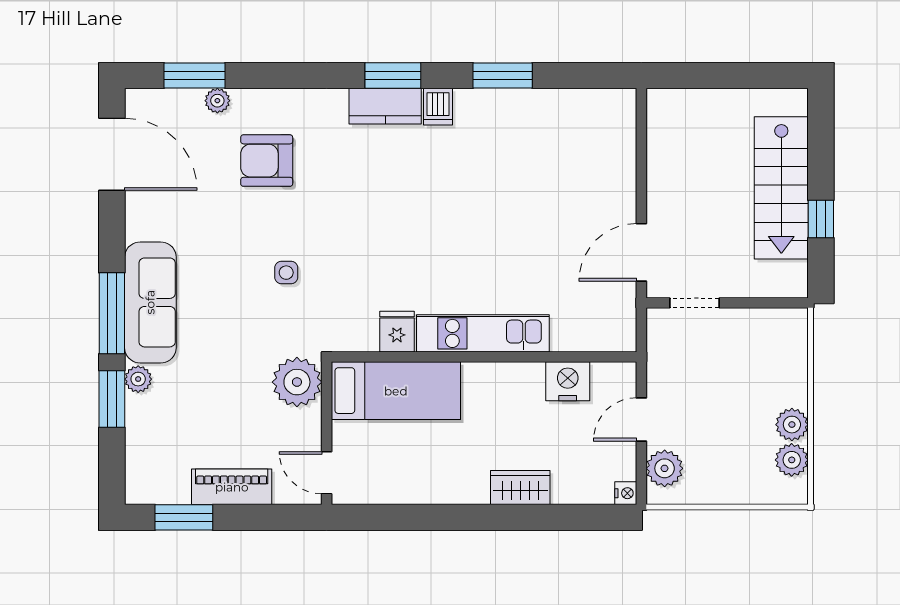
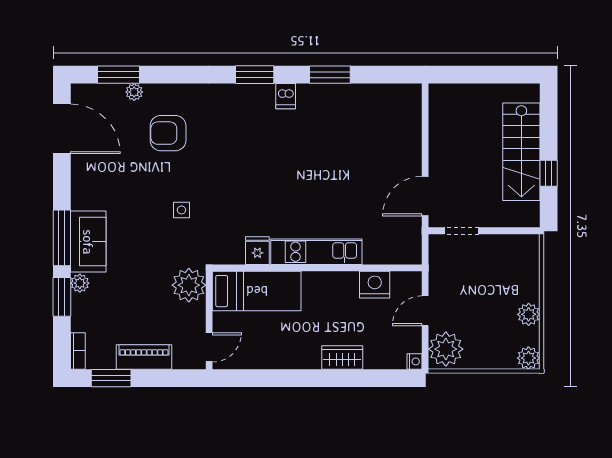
kitchen counter: (385, 106) -> (249, 96), removed
sofa: (150, 302) -> (88, 242), width x0.73
plant: (792, 460) -> (528, 358), moved
plant: (665, 468) -> (446, 349), width x1.36, depth x1.36
door: (327, 473) -> (209, 347), swing flipped
bookcase: (135, 478) -> (78, 351), added

